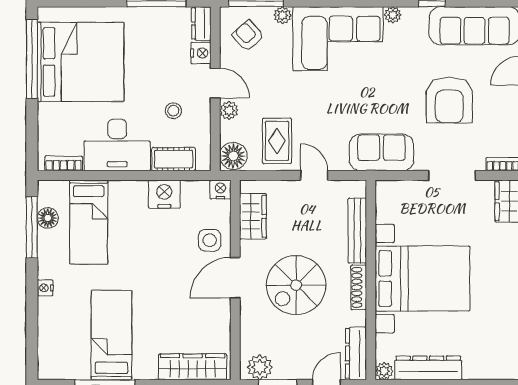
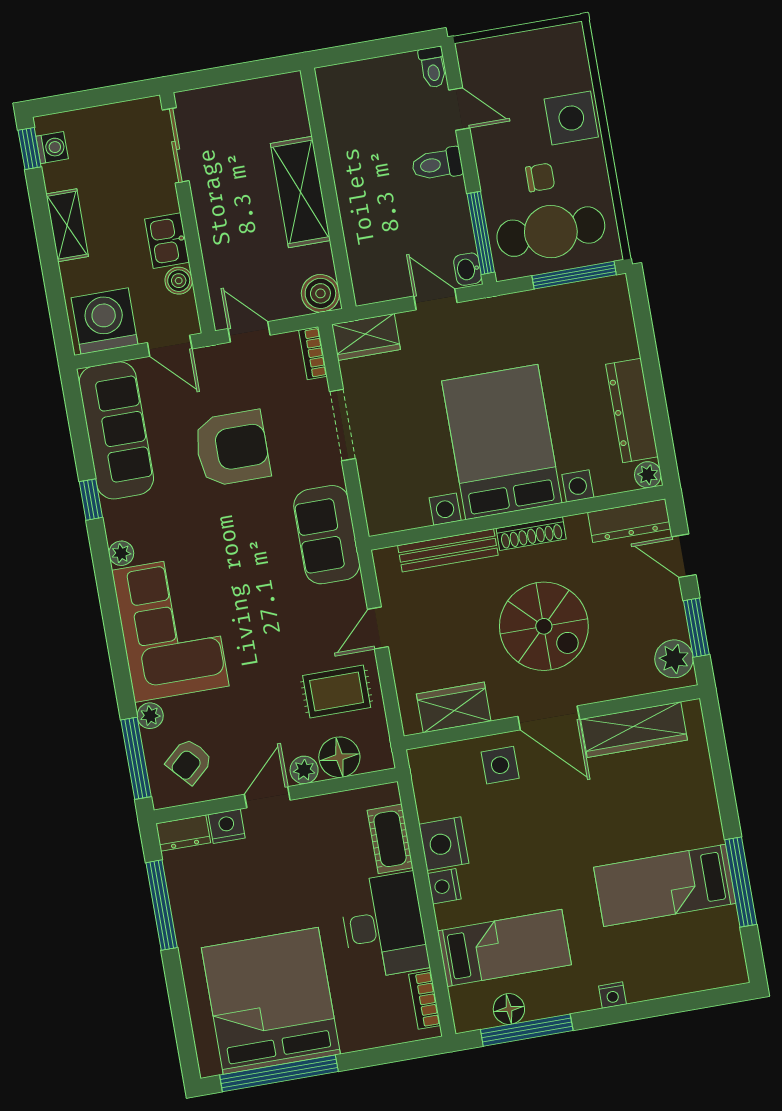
stool: (173, 111) -> (319, 852), removed
floor lamp: (233, 156) -> (339, 757), moved
nightstand: (220, 189) -> (444, 886), moved
wardrobe: (193, 367) -> (634, 730), moved, turned -90

